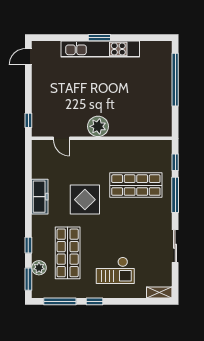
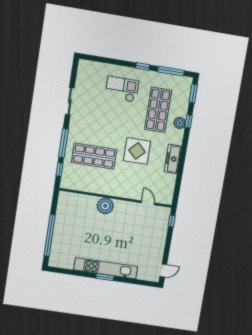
plant: (98, 126) -> (105, 206), moved
plant: (39, 268) -> (180, 123), moved
shelving: (159, 292) -> (89, 65), removed

